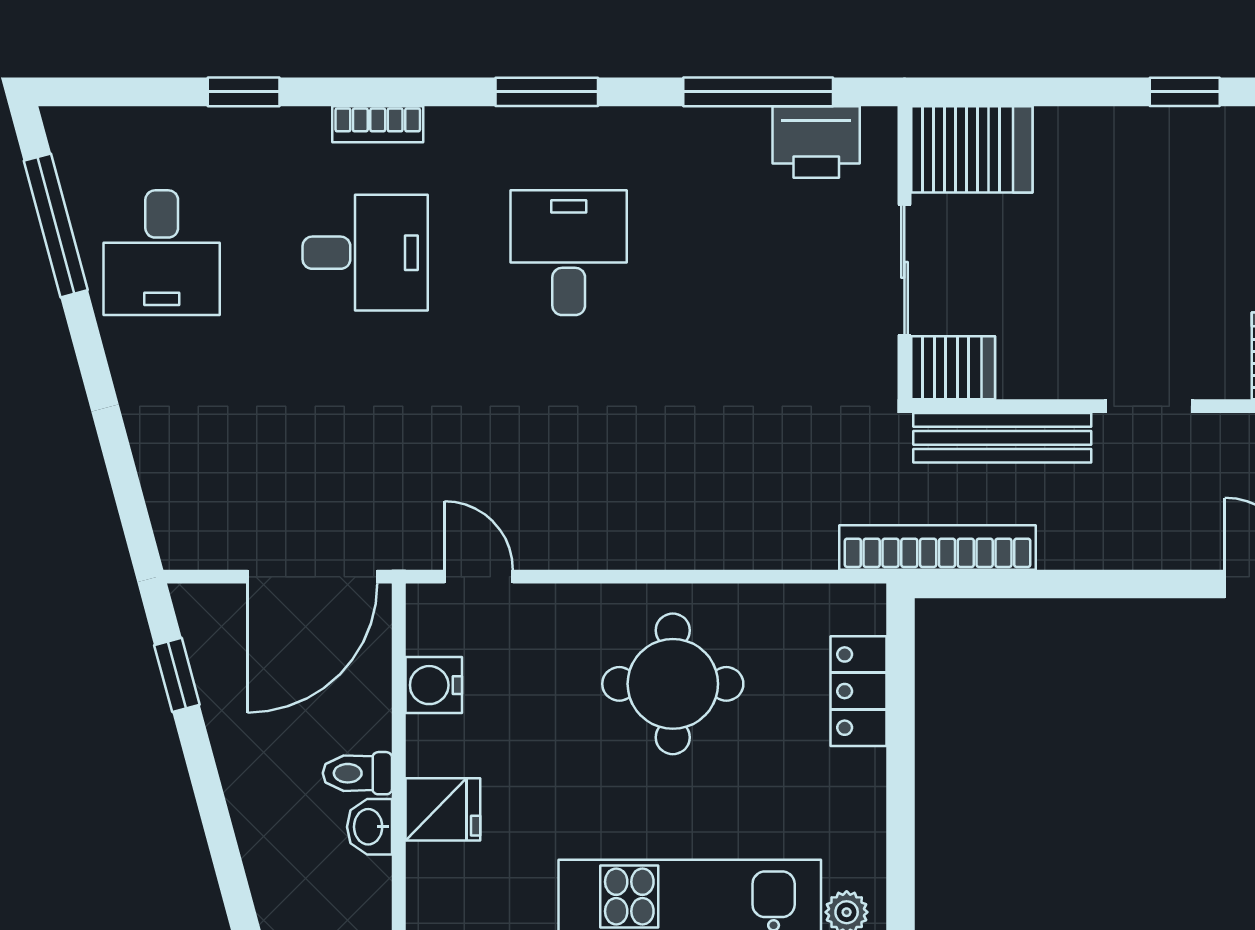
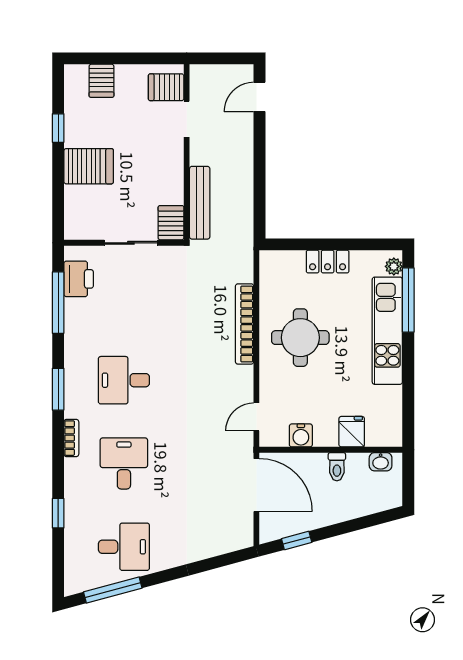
bookcase: (378, 124) -> (71, 438), moved
server rack: (972, 149) -> (89, 166), moved, turned 90
doorway: (1149, 406) -> (187, 119), moved
bookcase: (938, 548) -> (245, 324), moved
locker: (859, 691) -> (328, 262), moved
washbasin: (369, 827) -> (381, 462), moved

